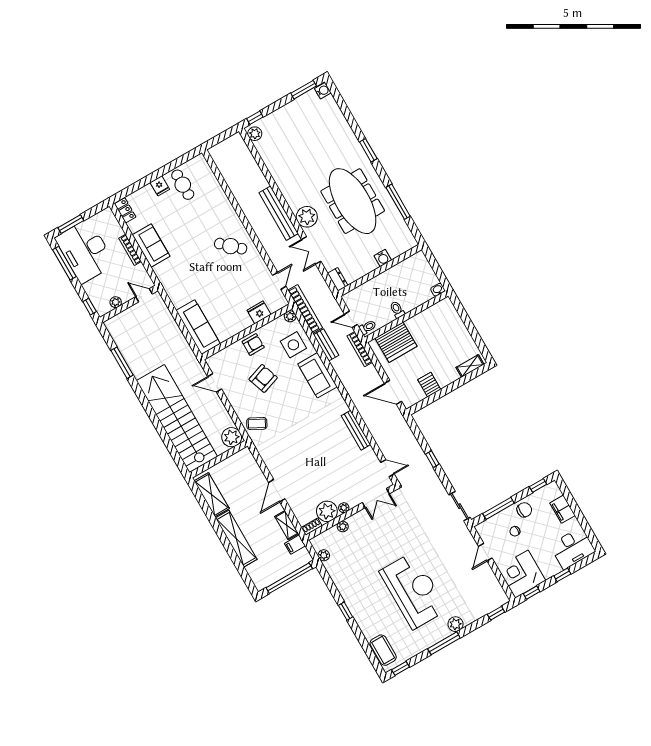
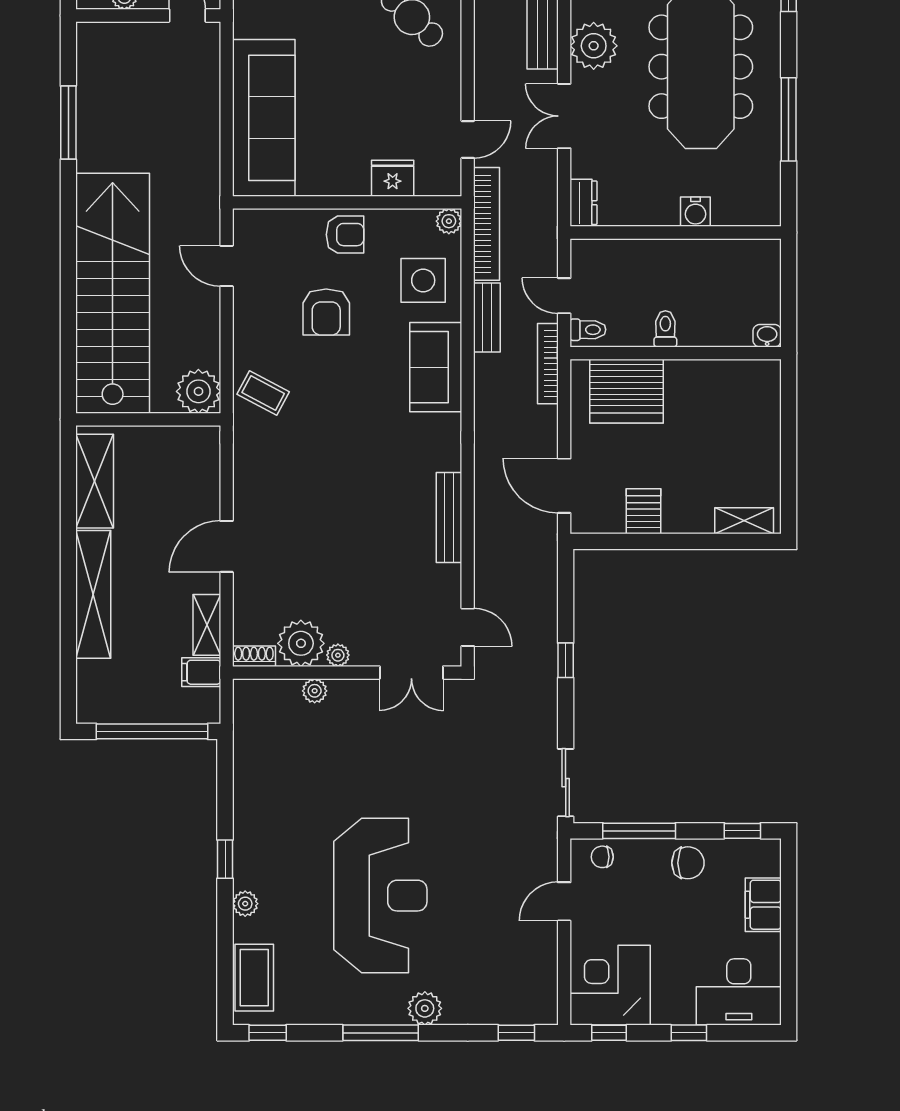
sofa: (198, 327) -> (264, 118), width x1.36, depth x1.27
armchair: (263, 378) -> (326, 312), turned 109
chair: (515, 531) -> (602, 857), moved
plant: (324, 555) -> (245, 904), moved

